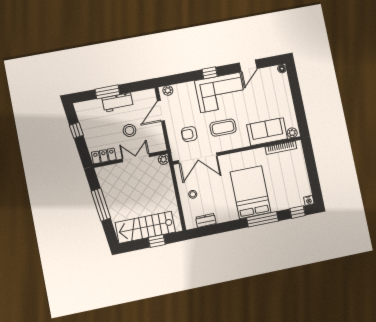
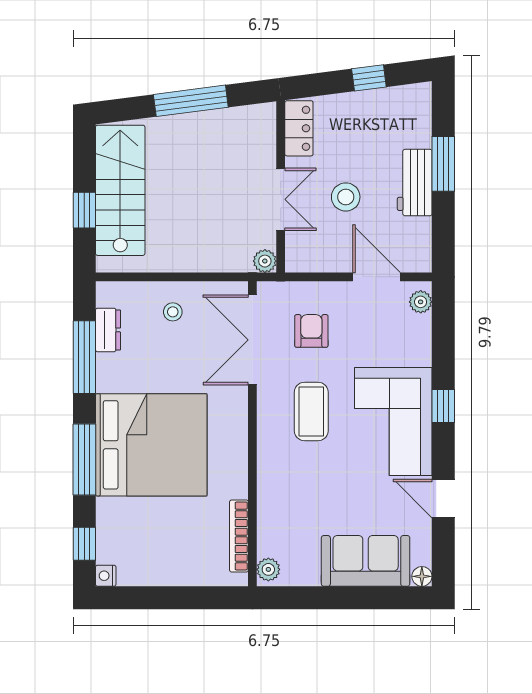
sofa: (267, 132) -> (366, 561), moved, turned -90
bed: (251, 192) -> (151, 445), width x1.36
window: (219, 228) -> (84, 357), added

